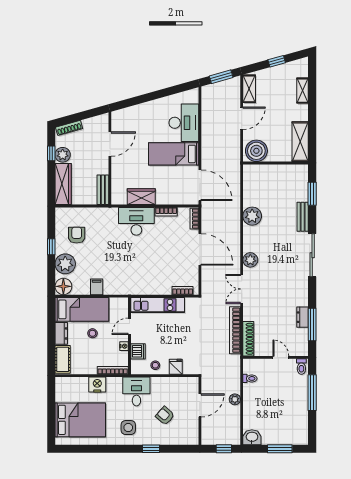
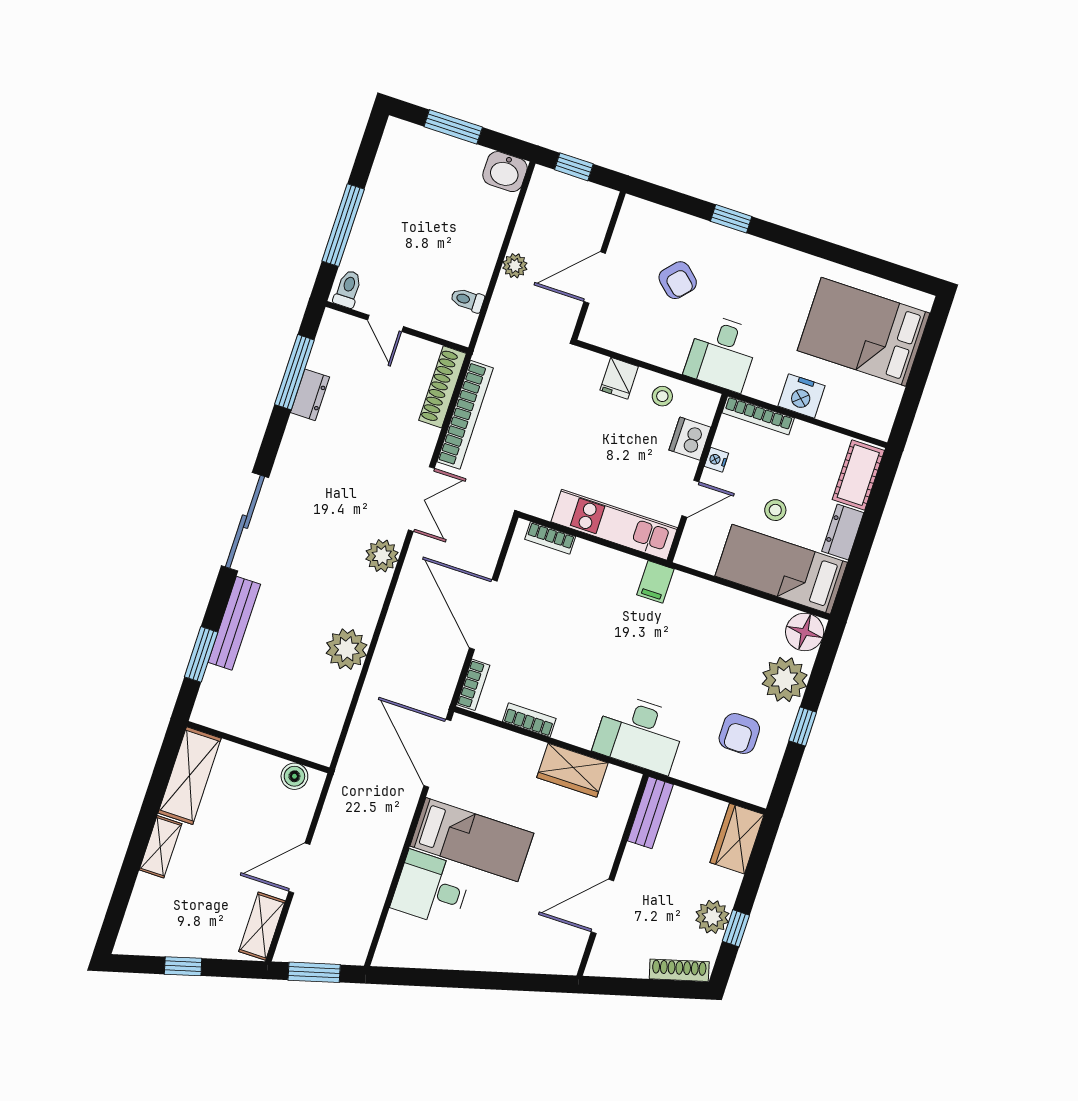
shelving: (303, 91) -> (160, 847), moved
desk: (184, 123) -> (431, 889), width x0.73
boiler: (256, 151) -> (294, 776), width x0.54, depth x0.54
wardrobe: (63, 184) -> (737, 839), width x0.67
bench: (303, 217) -> (234, 623), width x1.36
desk: (136, 221) -> (640, 734), moved
filing cabinet: (97, 287) -> (655, 582), moved
side table: (128, 428) -> (765, 281), removed

